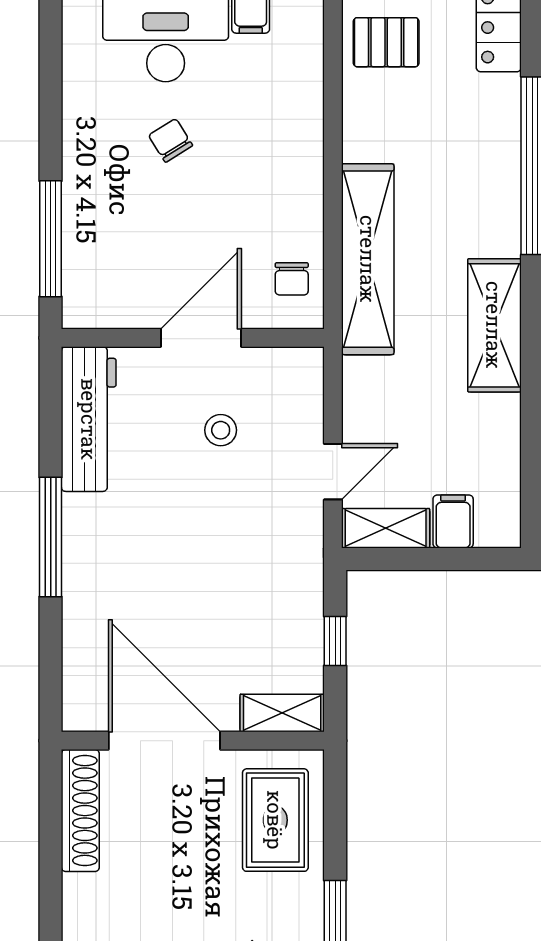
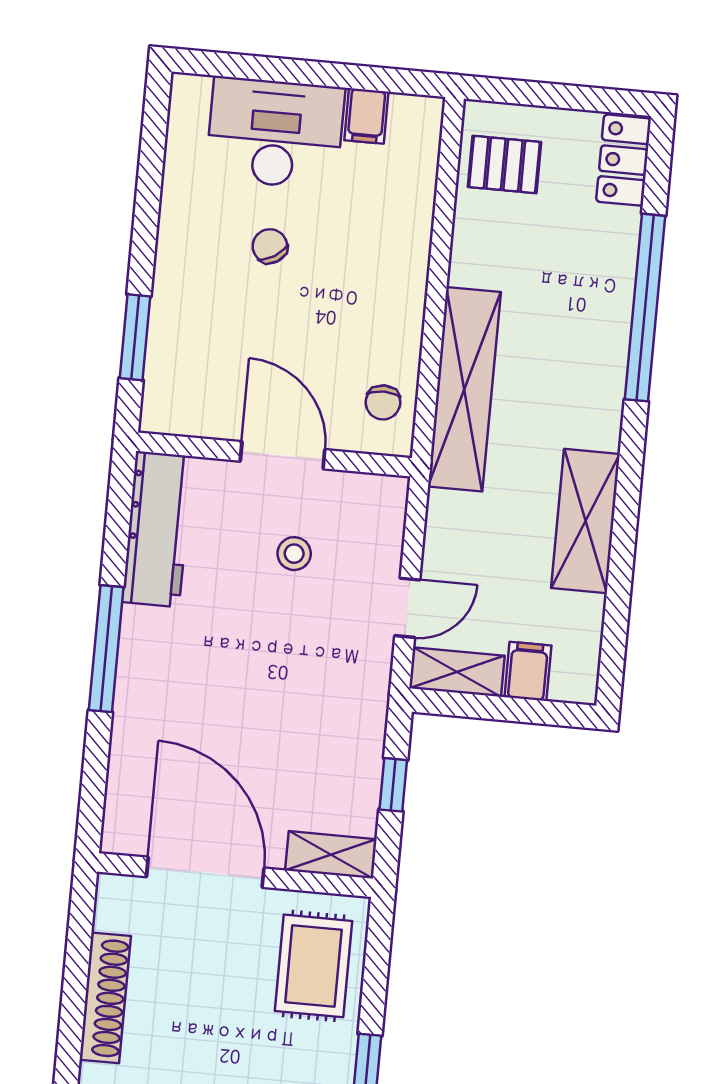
window: (51, 239) -> (135, 337), width x0.69
shelving: (494, 325) -> (586, 521), moved
door: (201, 338) -> (283, 455), hinge flipped
shoe rack: (80, 811) -> (105, 998), moved

